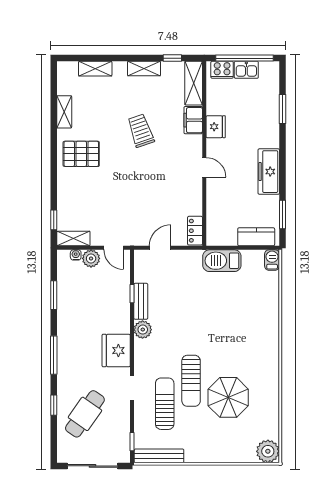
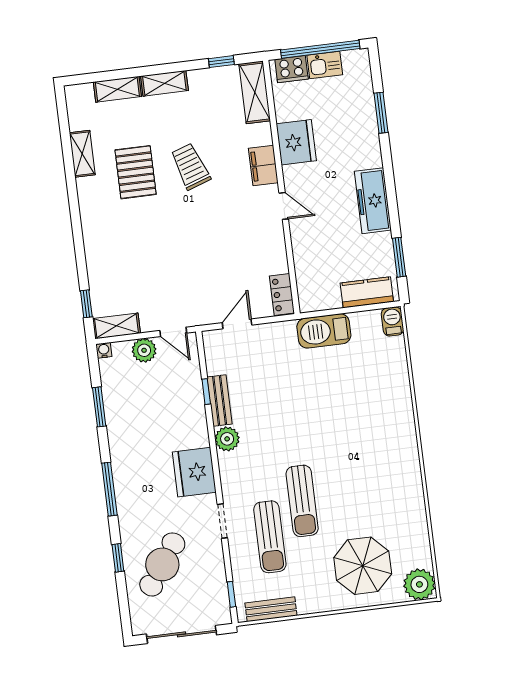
shelving: (144, 69) -> (164, 83), moved
filing cabinet: (193, 120) -> (263, 165), moved
fridge: (216, 127) -> (296, 142), width x1.36, depth x1.34
pallet: (81, 154) -> (136, 172), moved, turned 90
water cooler: (76, 255) -> (104, 350), moved
parasol: (228, 397) -> (363, 566), moved
sun lounger: (165, 404) -> (270, 537), turned 180
bench: (159, 456) -> (271, 609), width x0.73

